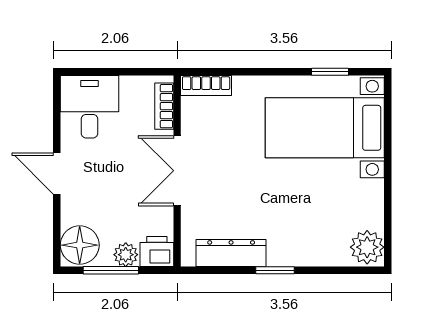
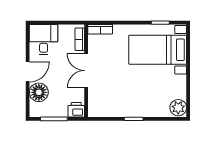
door: (57, 173) -> (28, 72), swing flipped
floor lamp: (80, 245) -> (39, 92), moved
dresser: (231, 253) -> (112, 111), removed
plant: (126, 255) -> (61, 111), removed

